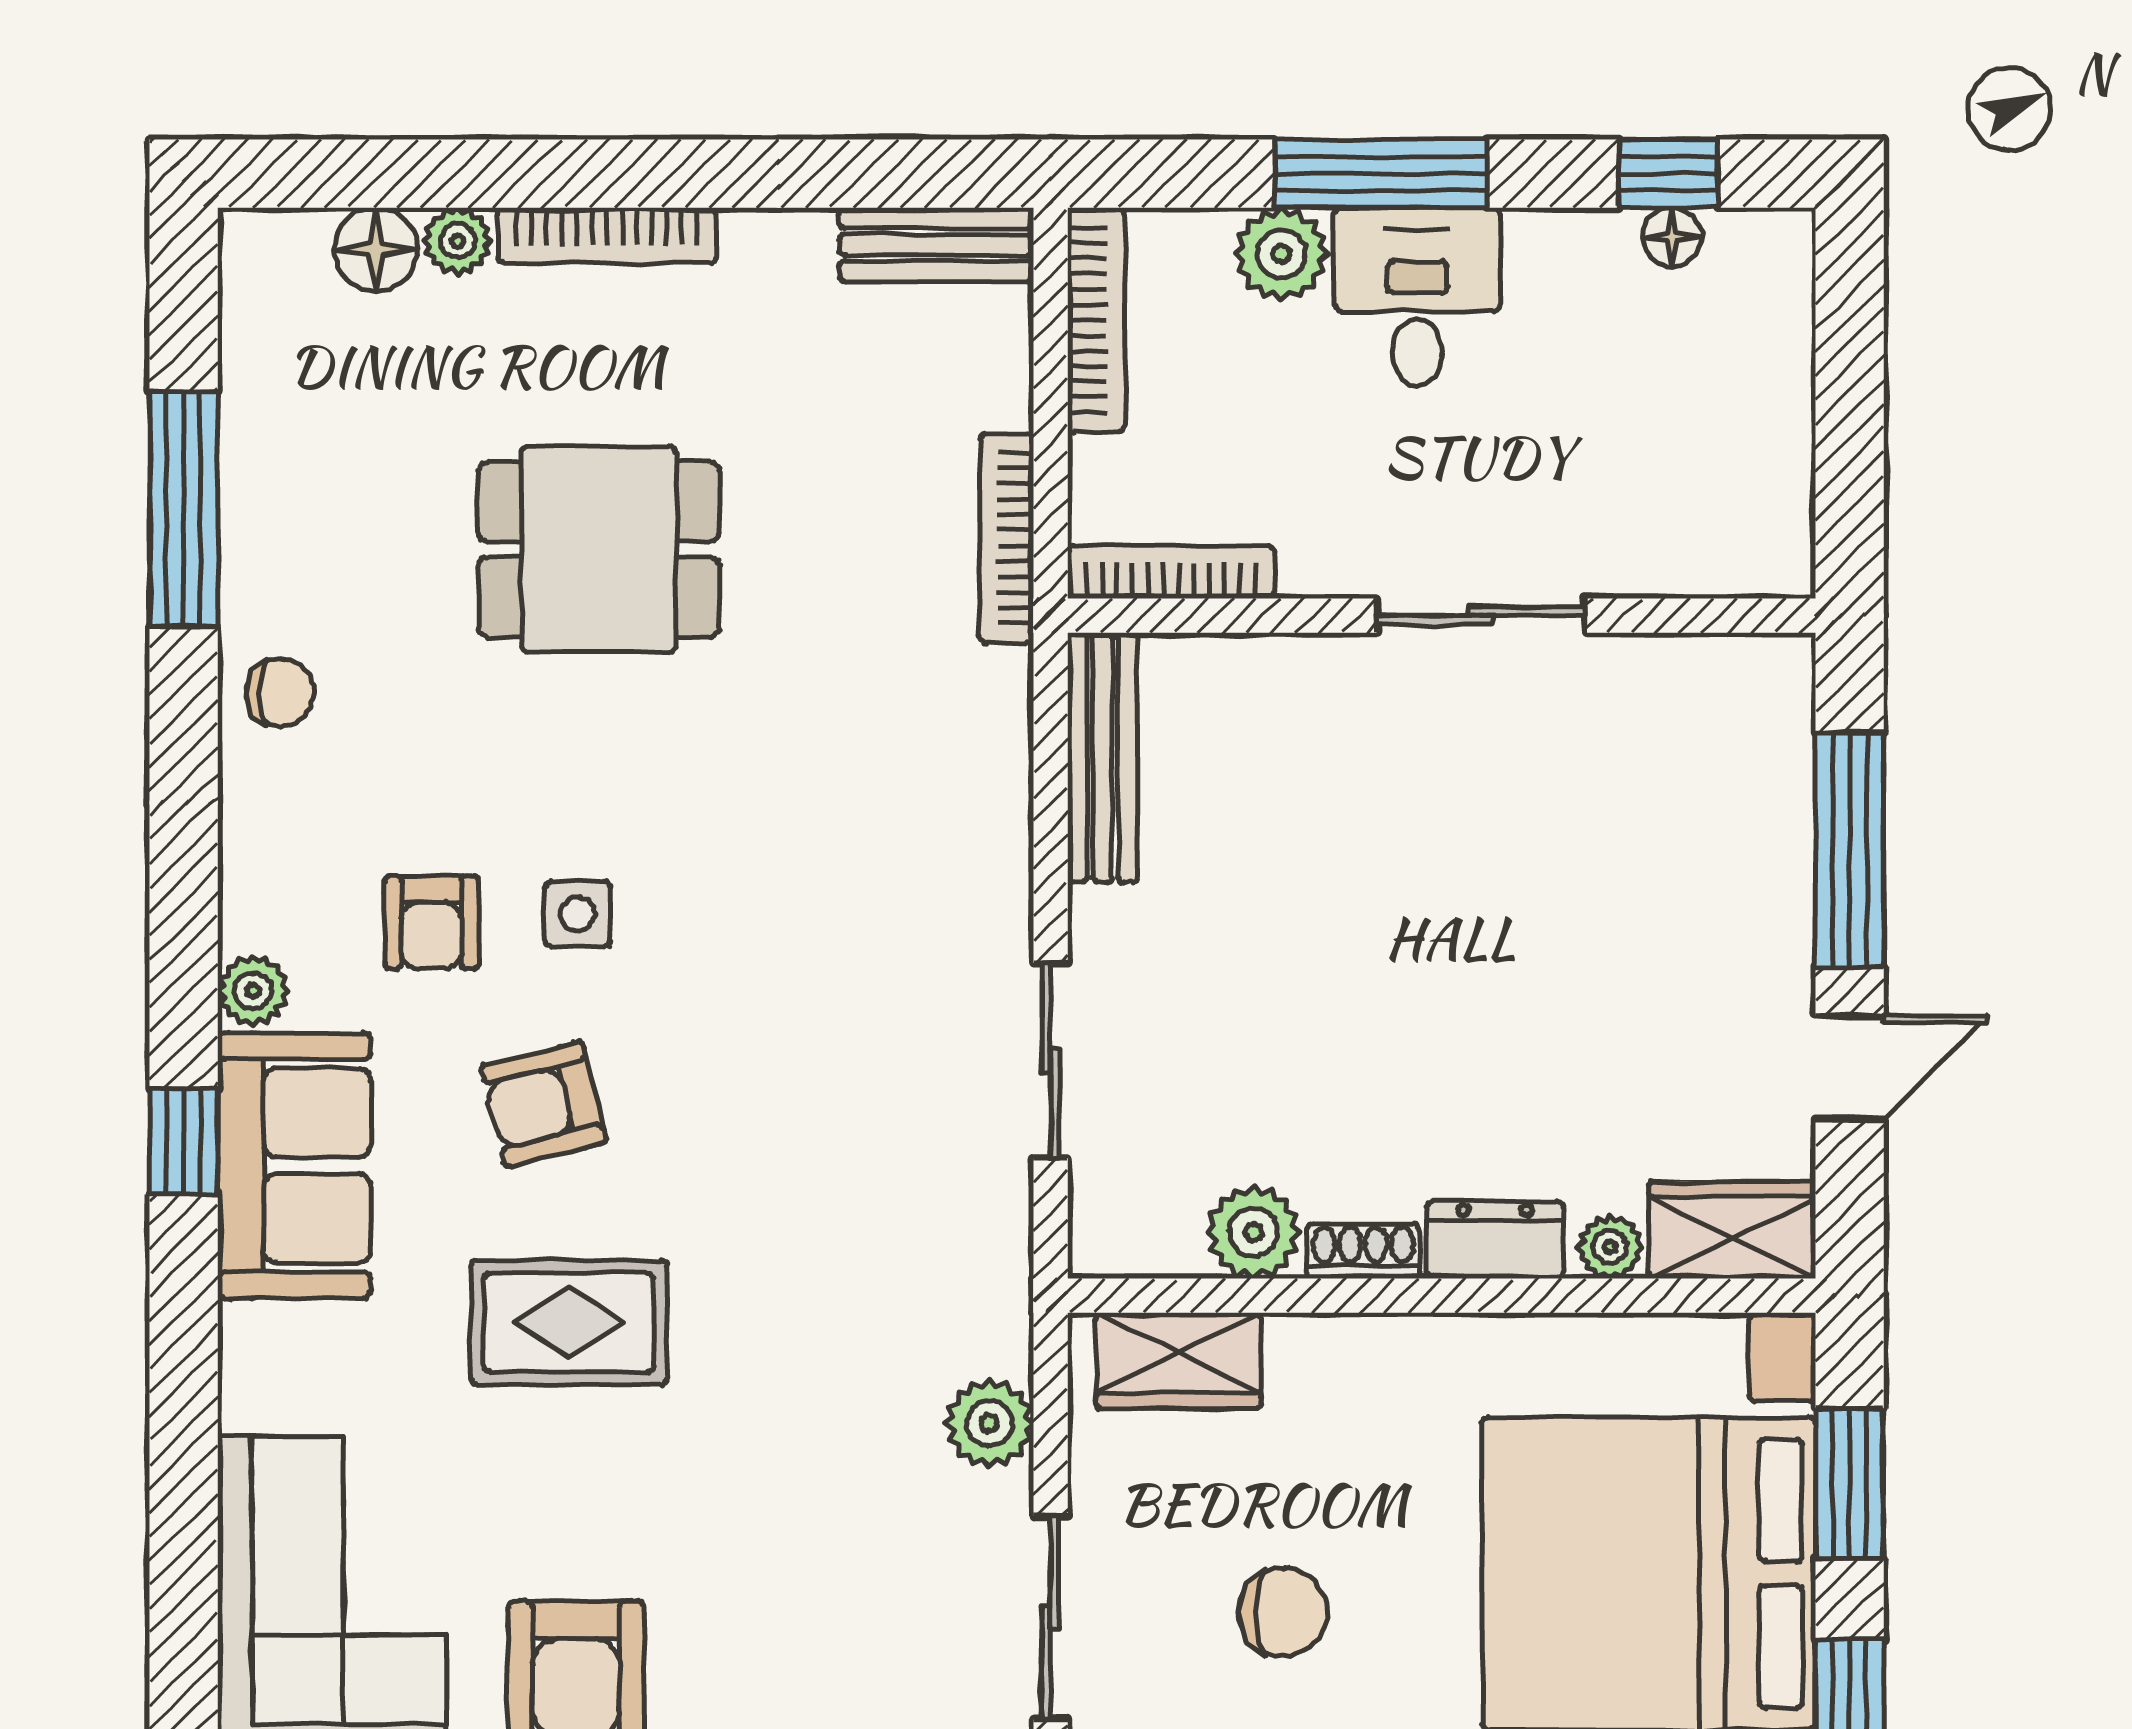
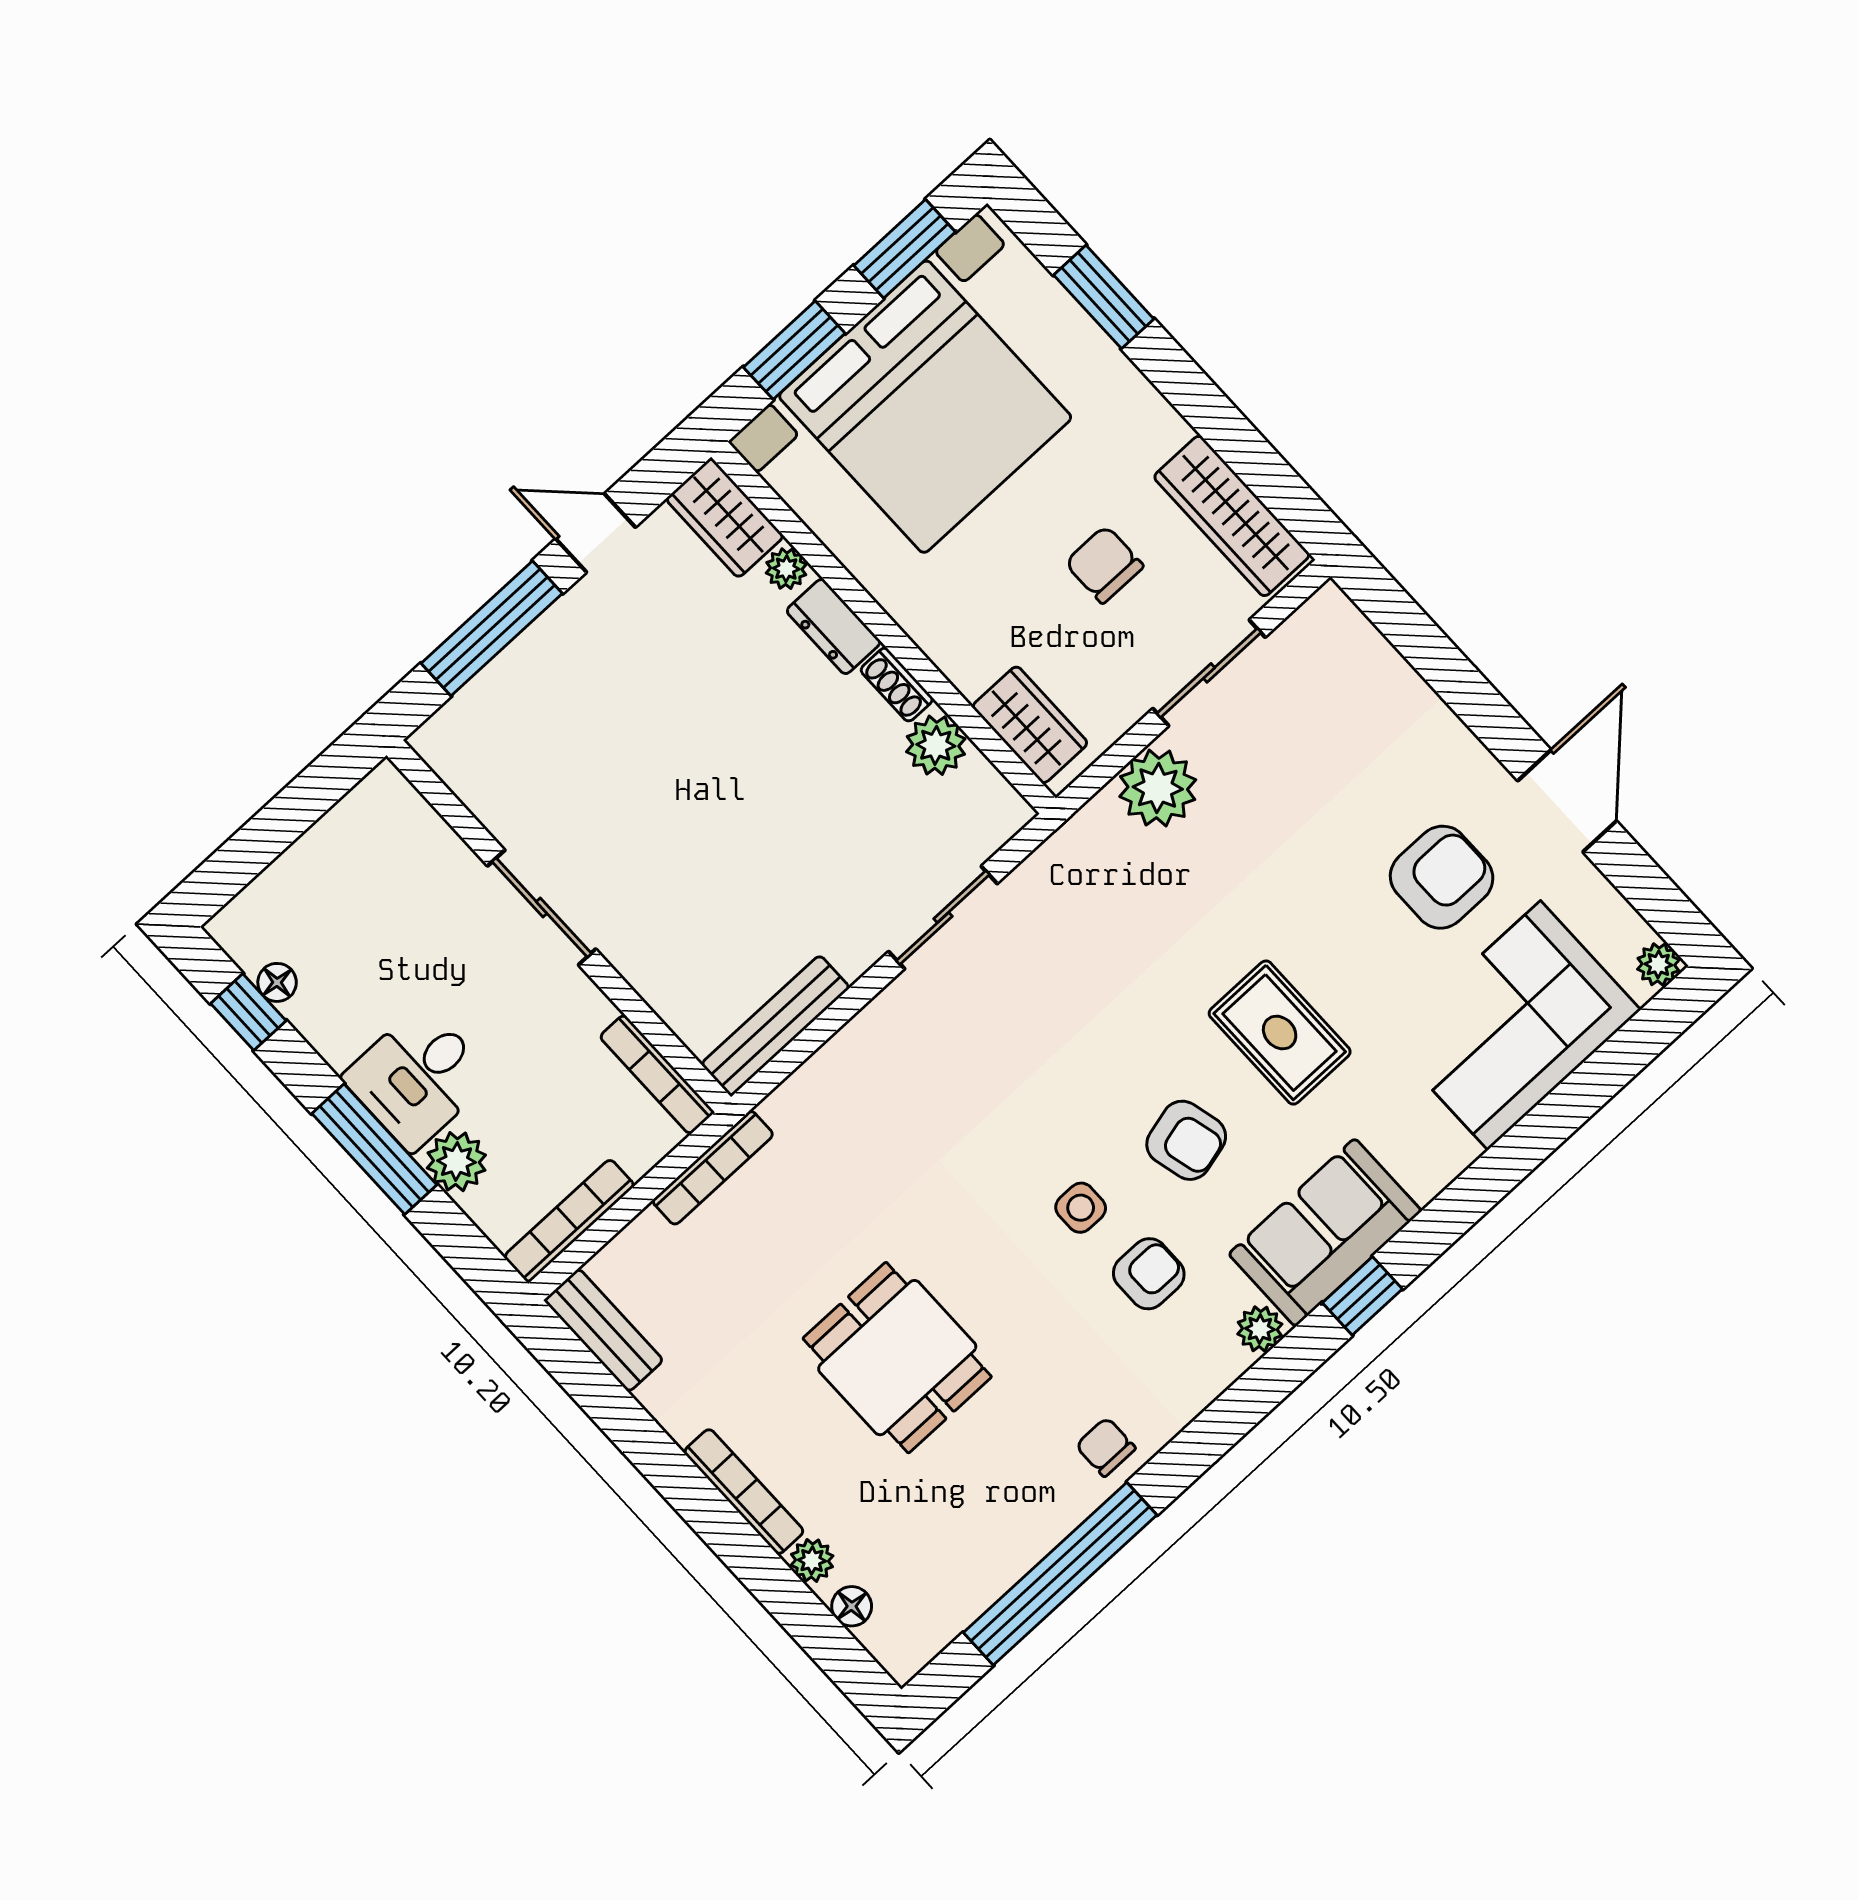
floor lamp: (376, 249) -> (852, 1606), width x0.73, depth x0.73
window: (184, 509) -> (1060, 1574), width x1.46
plant: (989, 1423) -> (1158, 788), width x1.36, depth x1.36

